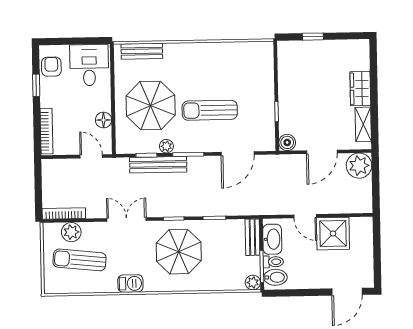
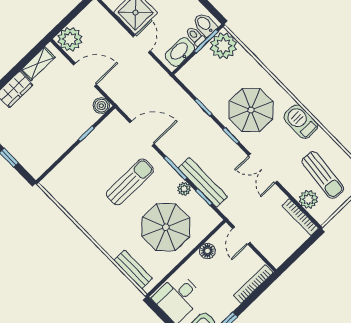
sun lounger: (210, 110) -> (130, 182), turned -90
bench: (252, 237) -> (192, 67), removed
plant: (253, 282) -> (223, 46), width x1.87, depth x1.87
barbecue: (130, 283) -> (301, 122), width x1.38, depth x1.27

